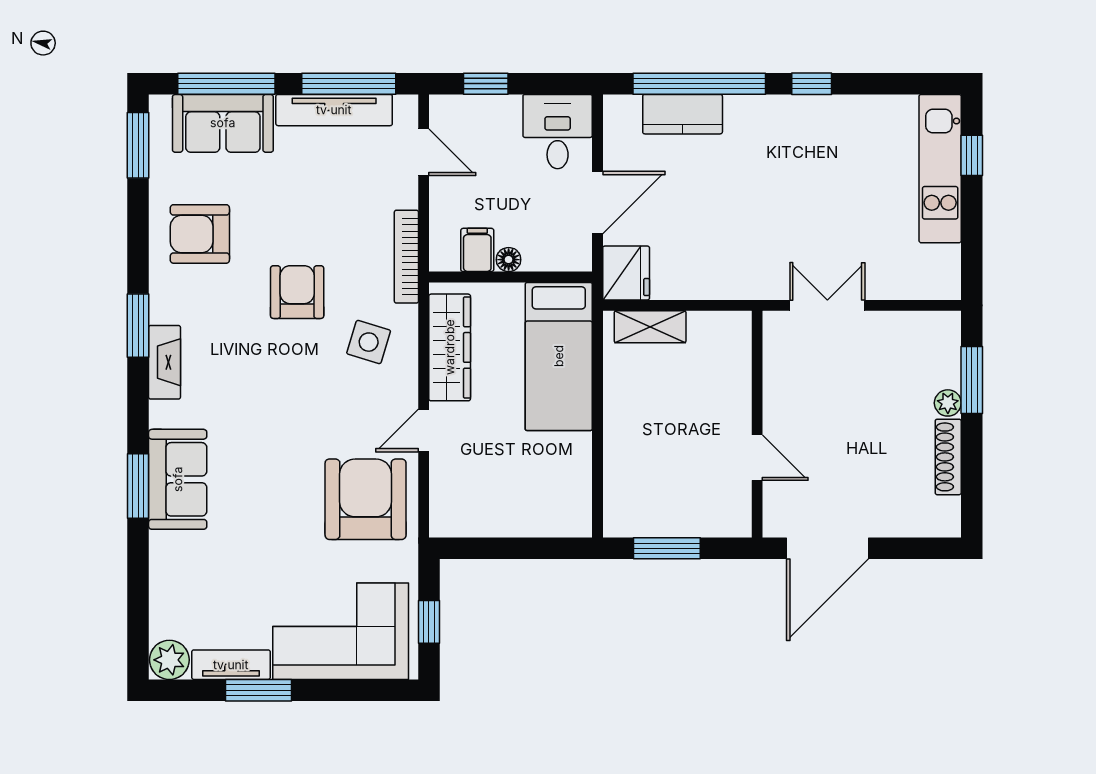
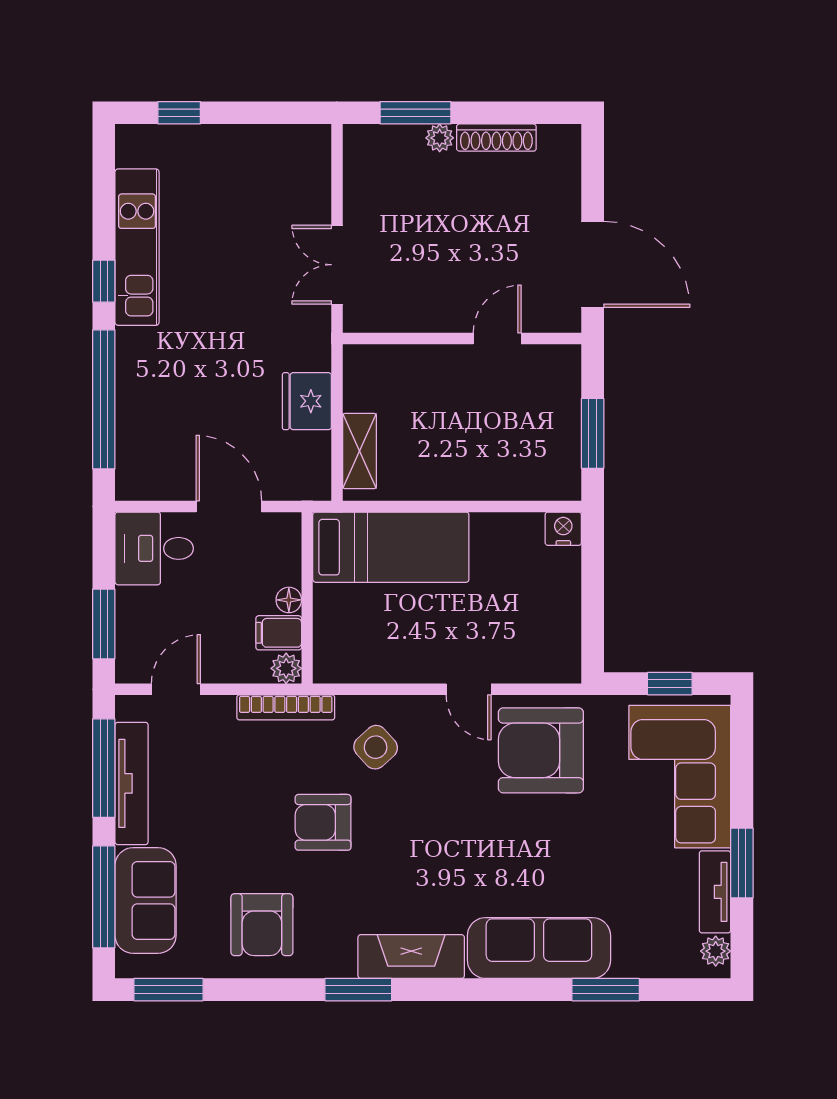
window: (486, 84) -> (104, 624), width x1.50
kitchen counter: (683, 114) -> (136, 417), removed
kitchen unit: (940, 169) -> (137, 247), moved, turned -90
plant: (444, 257) -> (286, 668), added
fridge: (626, 273) -> (307, 401), moved, turned -90
side table: (369, 342) -> (376, 747), turned 31
wardrobe: (450, 347) -> (381, 662), removed
fireplace: (165, 362) -> (411, 957), width x1.37, depth x1.32
sofa: (178, 479) -> (539, 948), width x1.36
window: (138, 486) -> (606, 990), moved
nightstand: (576, 520) -> (563, 529), added
plant: (169, 660) -> (716, 951), width x0.73, depth x0.73

